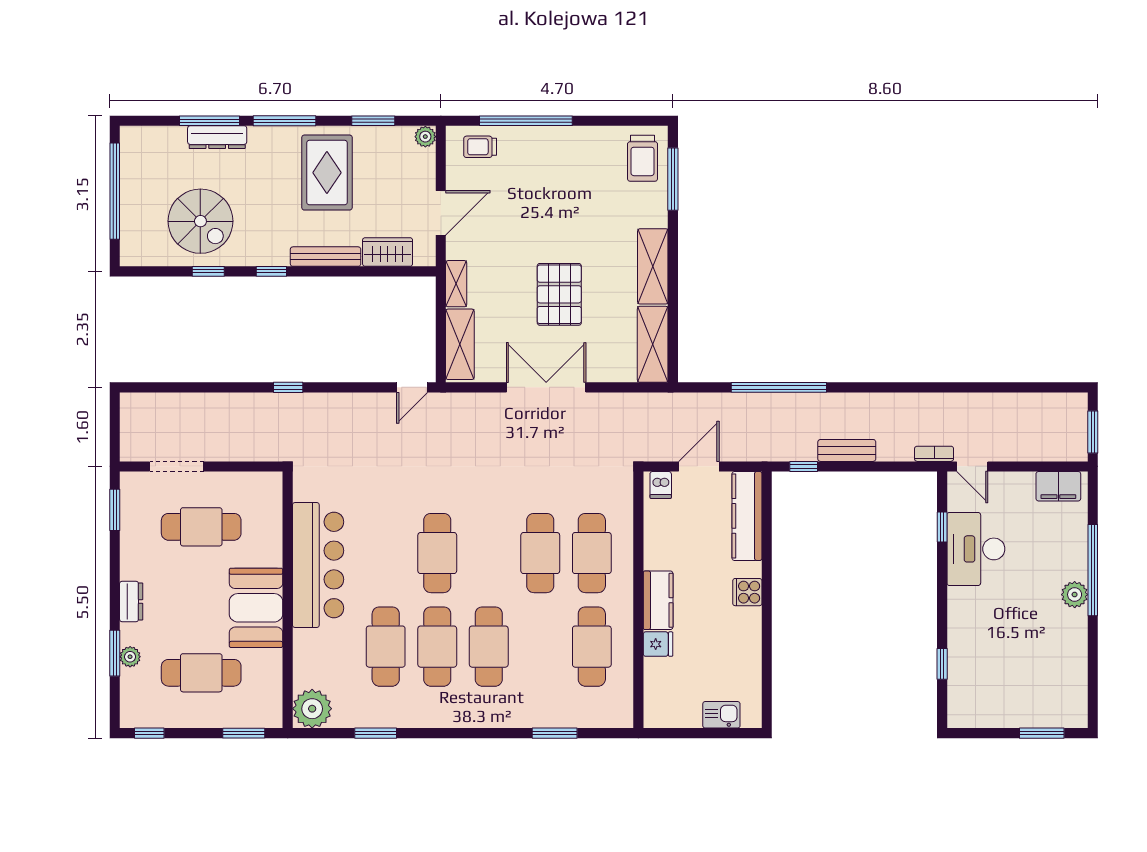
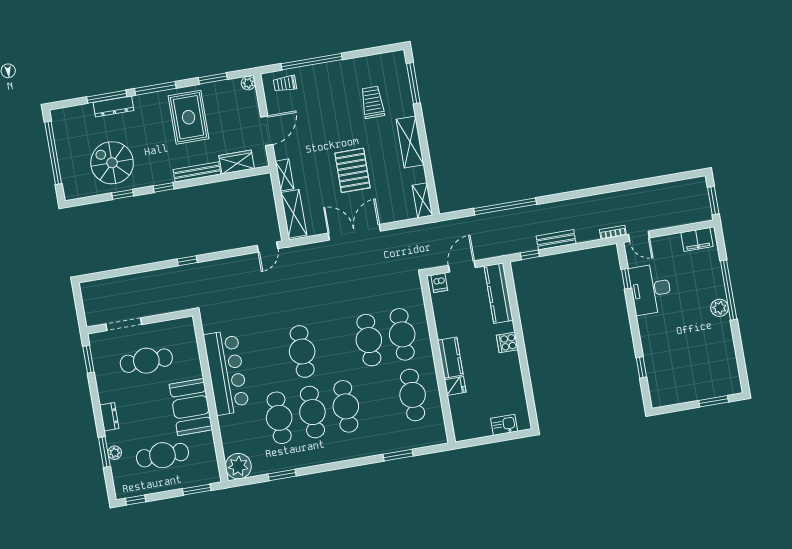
trolley: (643, 158) -> (373, 102), moved, turned 180
spiral stairs: (200, 221) -> (112, 163), turned 180
shelving: (653, 344) -> (422, 200), width x0.67, depth x0.75

